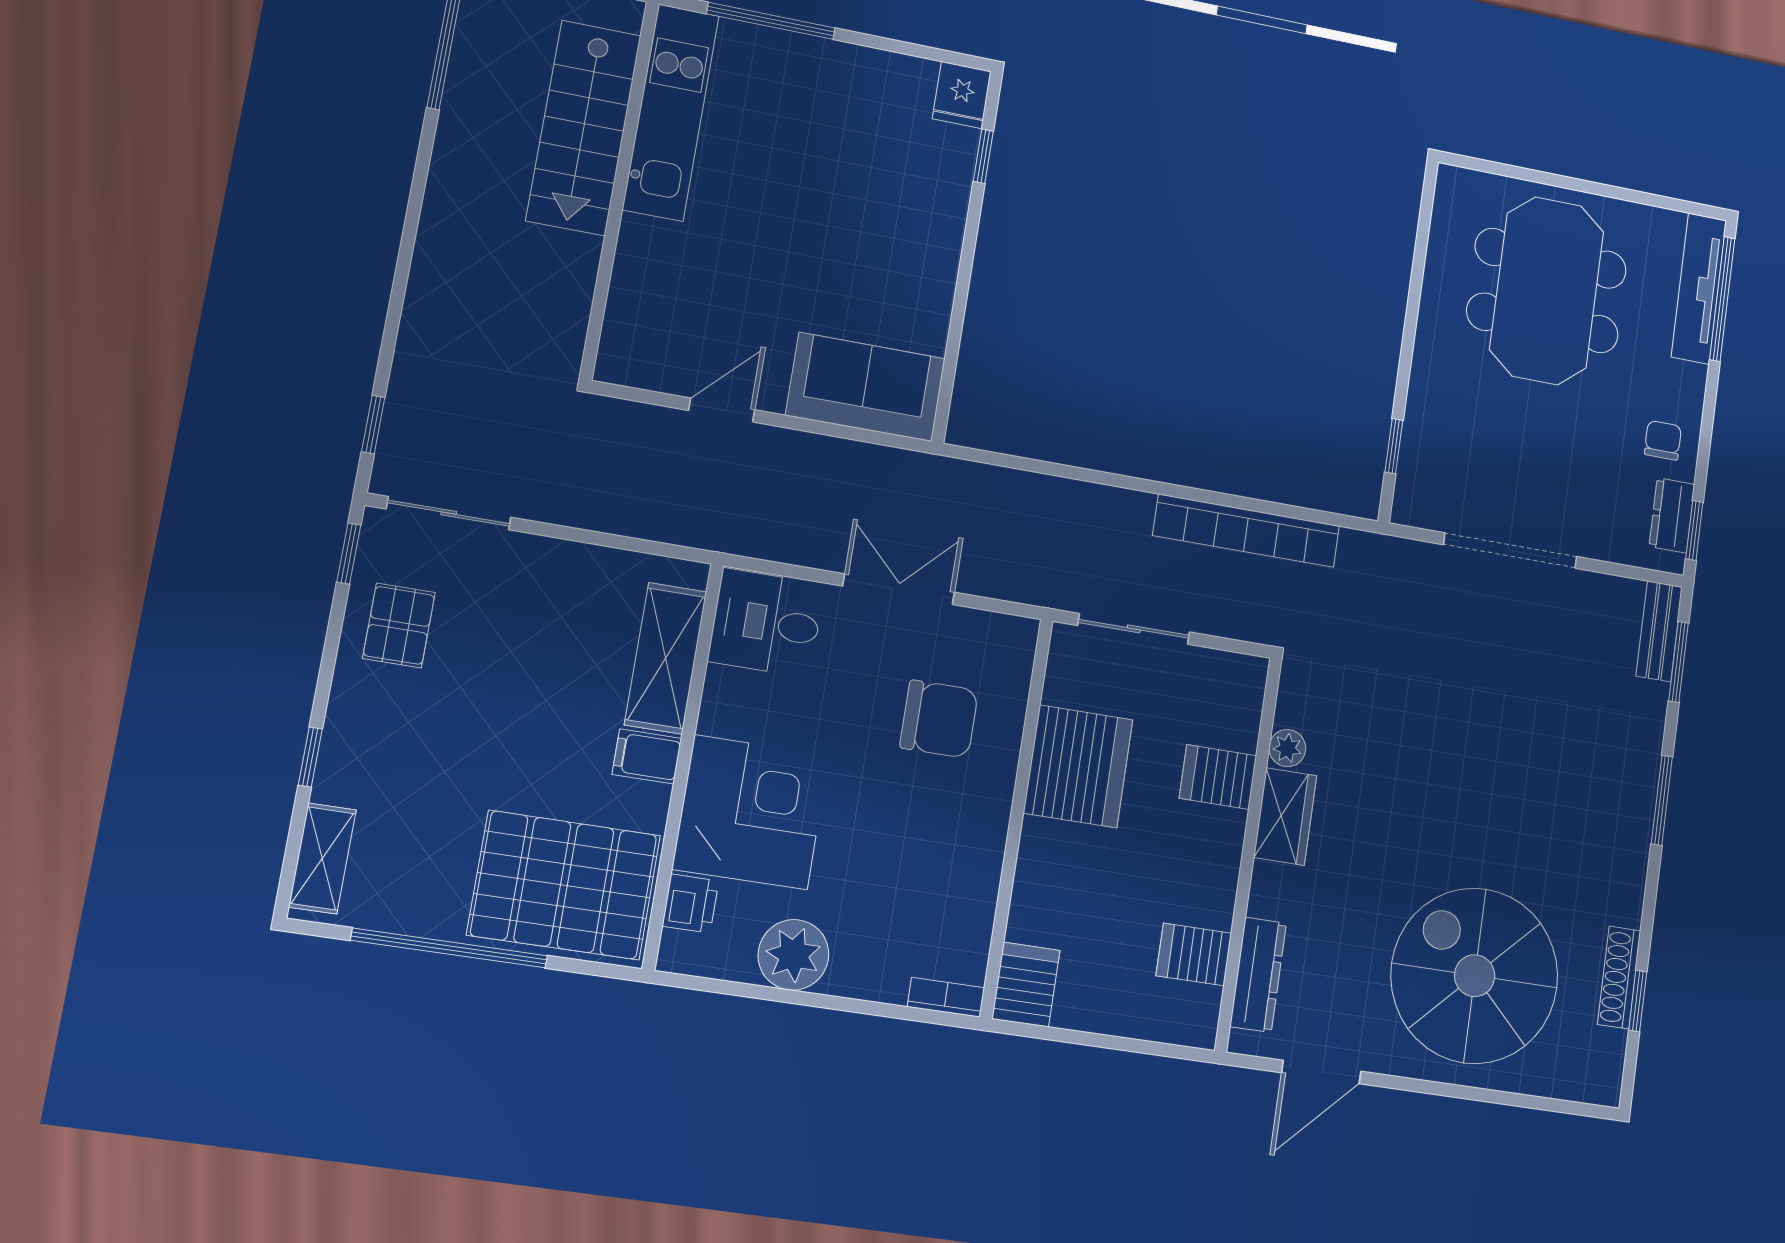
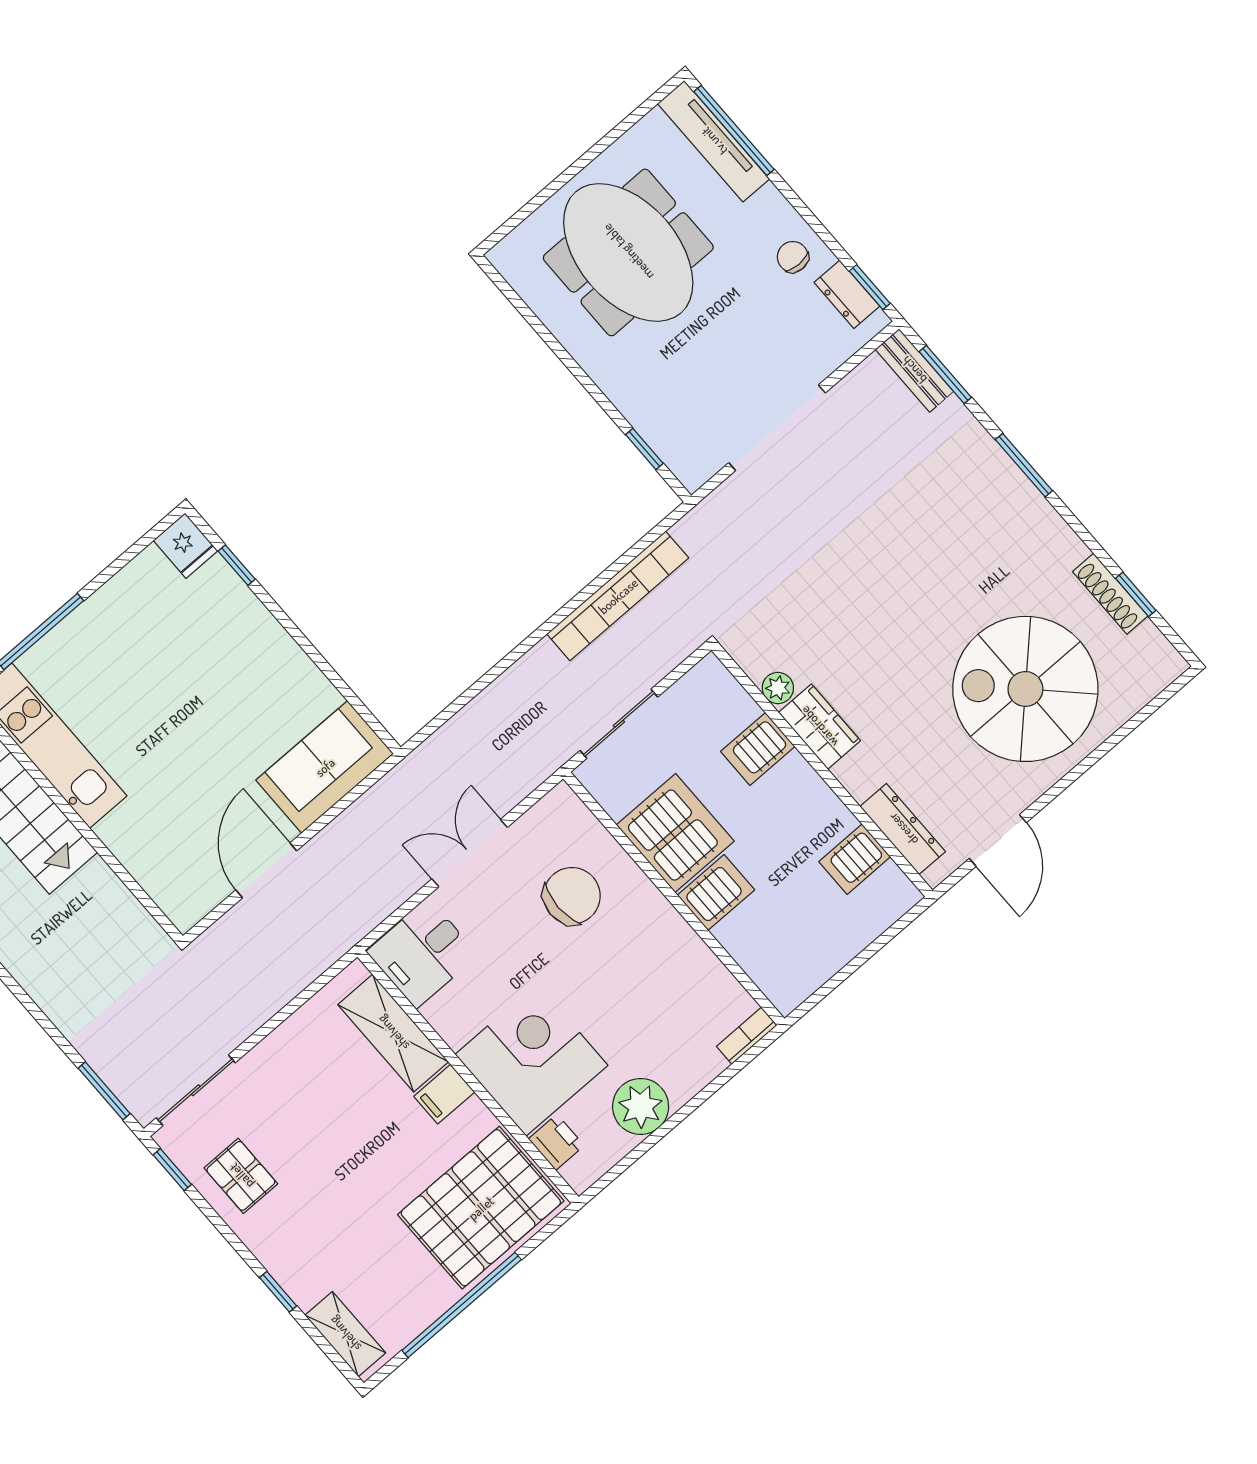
door: (722, 410) -> (266, 870), width x1.38
window: (373, 425) -> (104, 1091), width x1.50
server rack: (1026, 985) -> (716, 892), moved, turned 90

